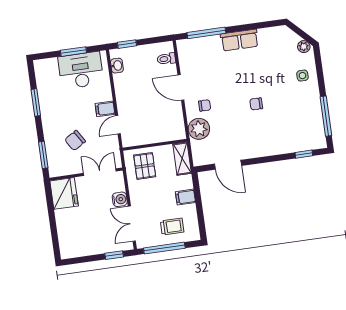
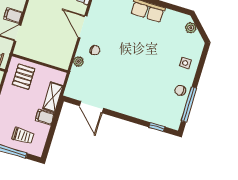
plant: (304, 47) -> (191, 28), moved
chair: (256, 104) -> (180, 90), moved
plant: (199, 129) -> (79, 61), width x0.53, depth x0.53
shelving: (182, 159) -> (53, 97), moved

